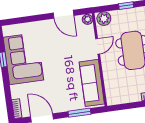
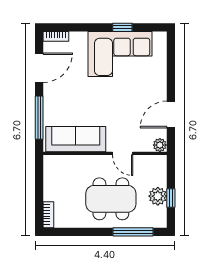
plant: (104, 19) -> (158, 196), moved
window: (80, 113) -> (39, 118), width x1.44

